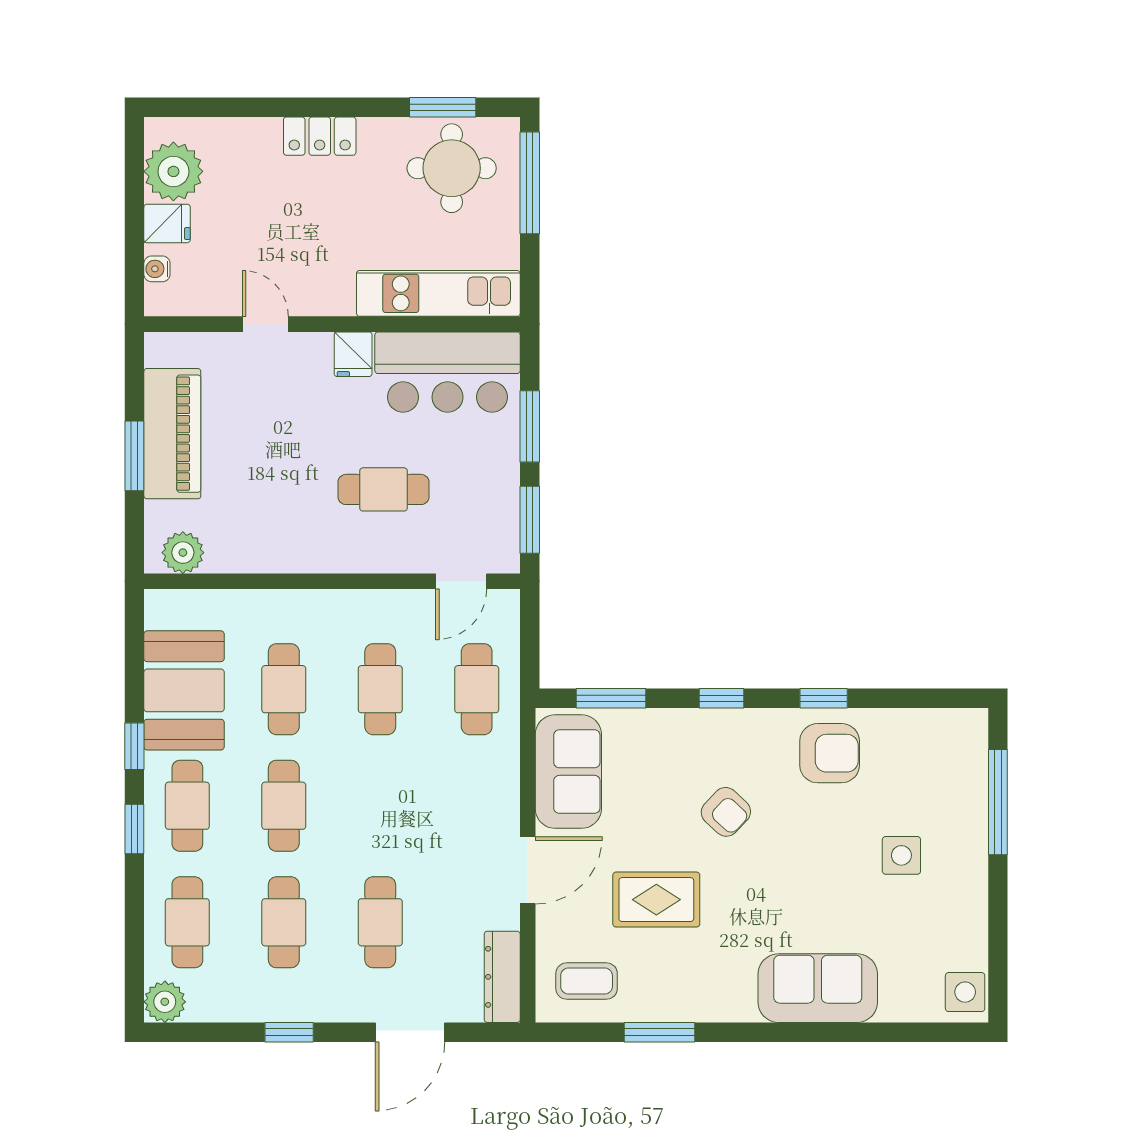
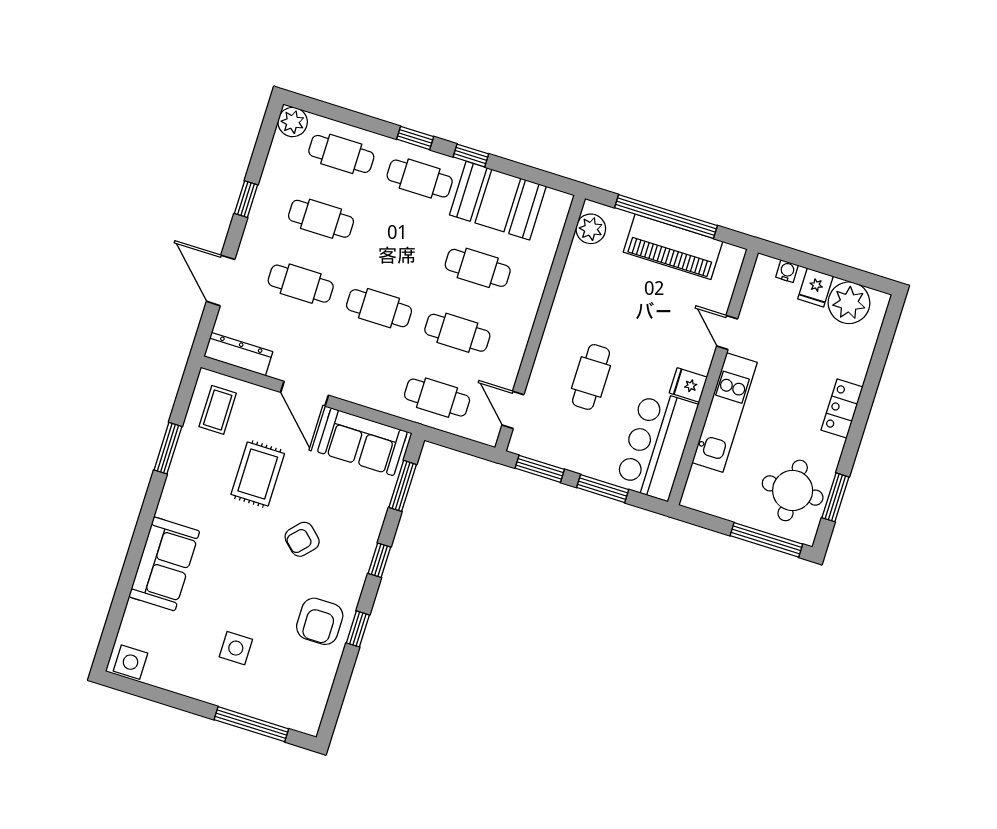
kitchen unit: (438, 293) -> (725, 412), moved
door: (265, 324) -> (727, 332), swing flipped
window: (134, 456) -> (666, 217), width x2.11
cafe table: (284, 806) -> (379, 308), moved

